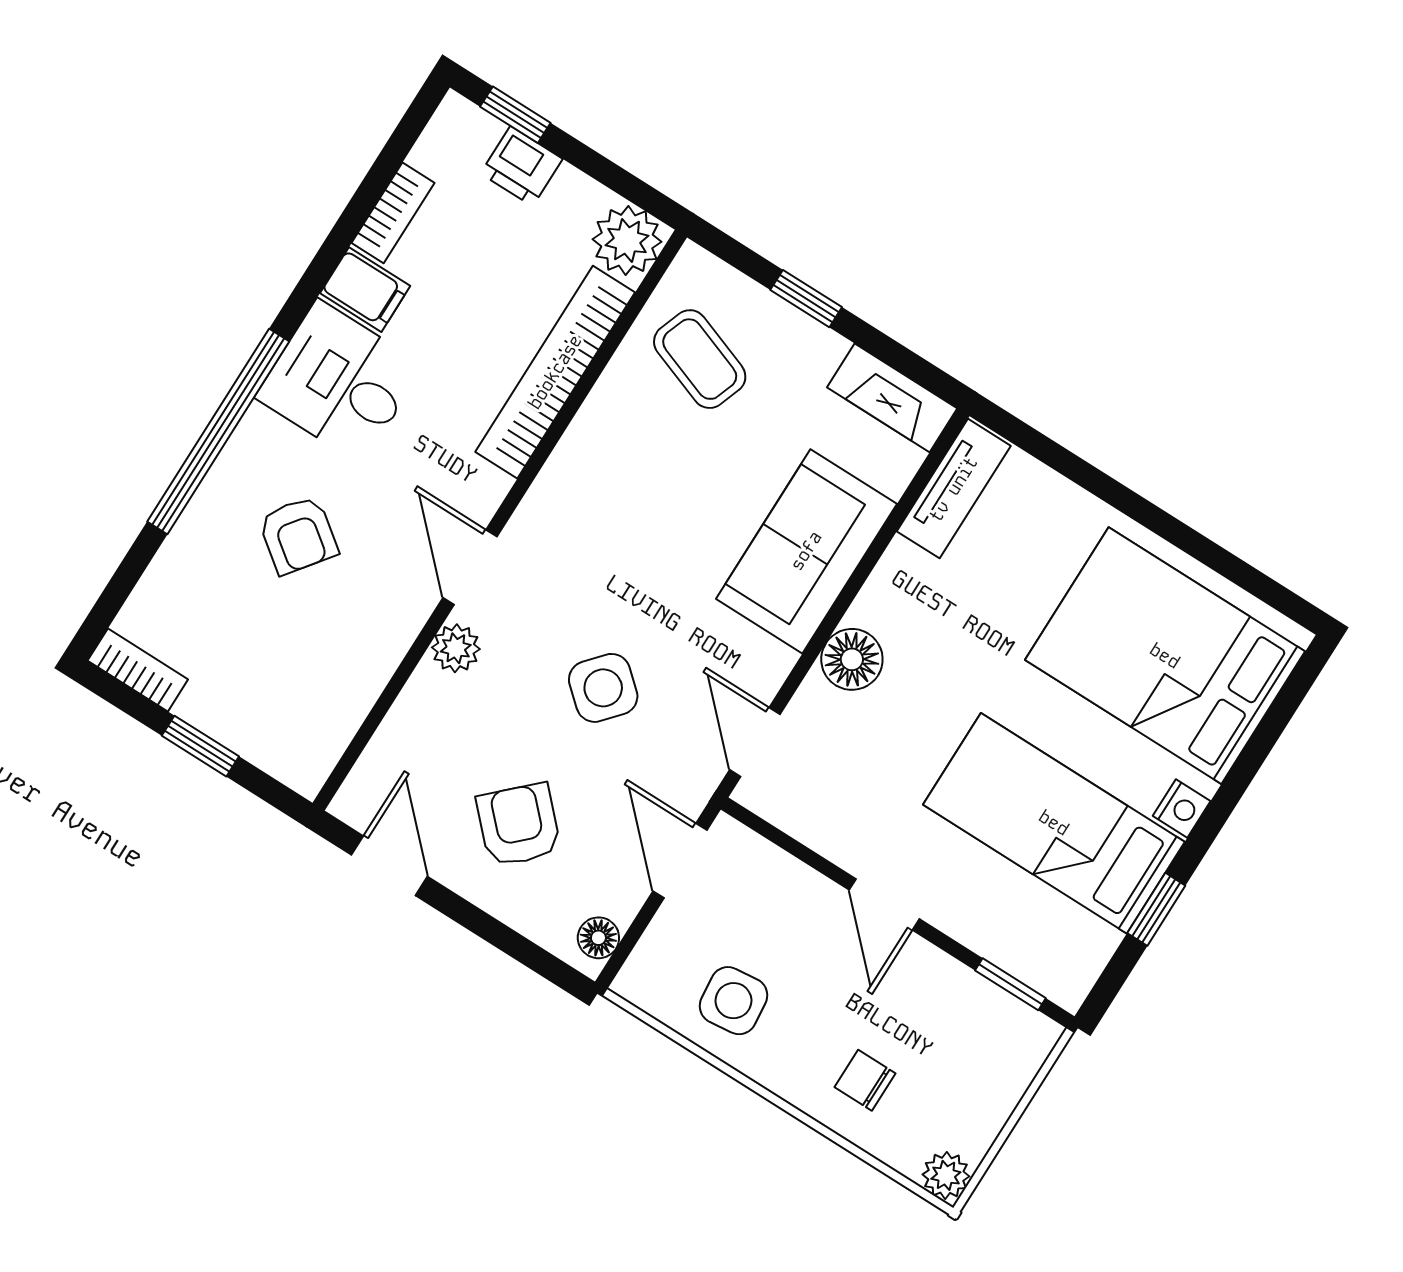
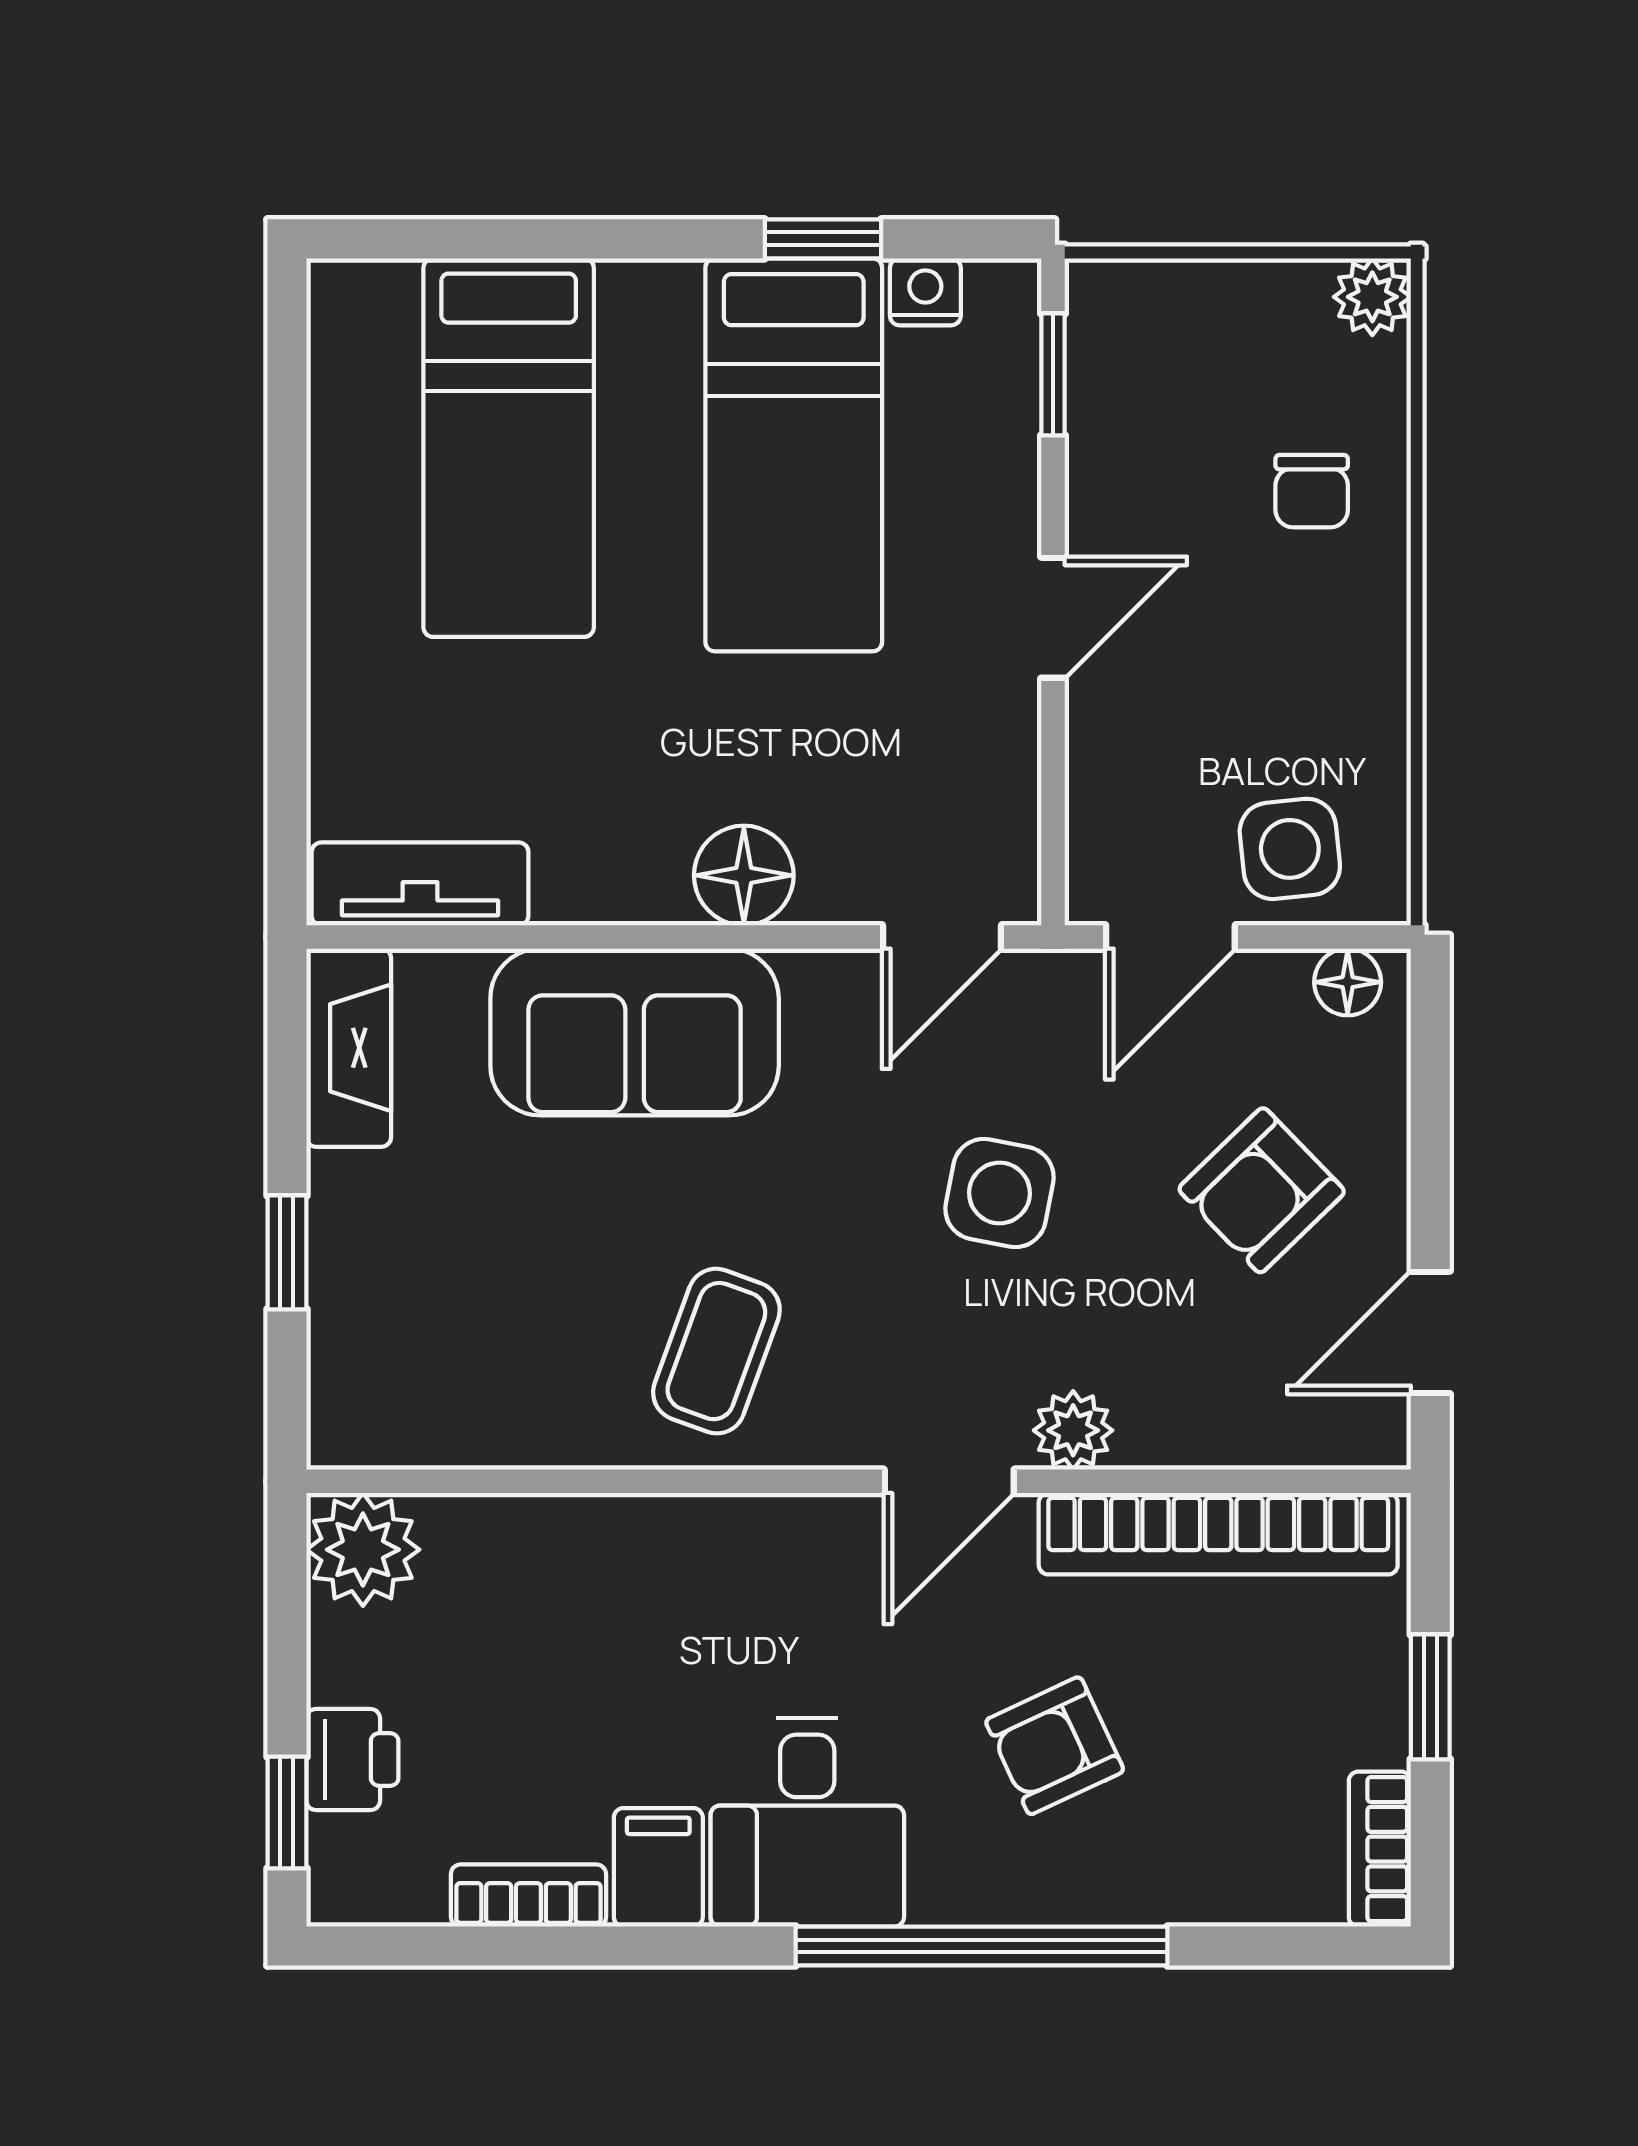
coffee table: (700, 359) -> (716, 1351), moved
bookcase: (555, 372) -> (1218, 1534), moved
armchair: (298, 535) -> (1055, 1746), turned -152
bed: (1165, 656) -> (509, 448), width x0.67
side table: (603, 688) -> (999, 1193), turned -30
nightstand: (1182, 808) -> (925, 292), moved
side table: (733, 1001) -> (1290, 849), moved

